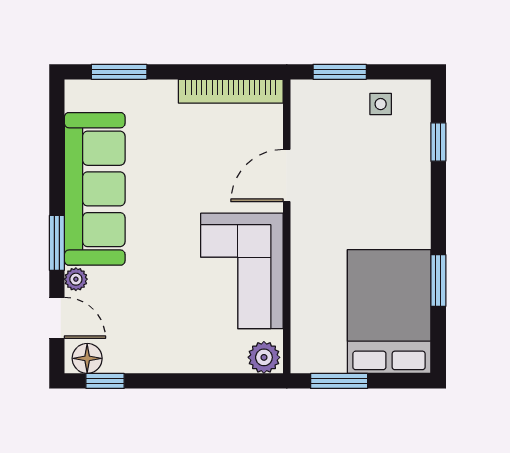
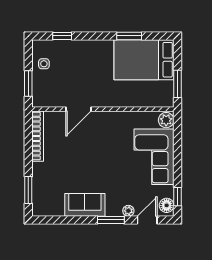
door: (287, 176) -> (78, 109), hinge flipped
sofa: (95, 189) -> (85, 205), width x0.54, depth x0.79
corner sofa: (242, 271) -> (154, 157), moved, turned 90

